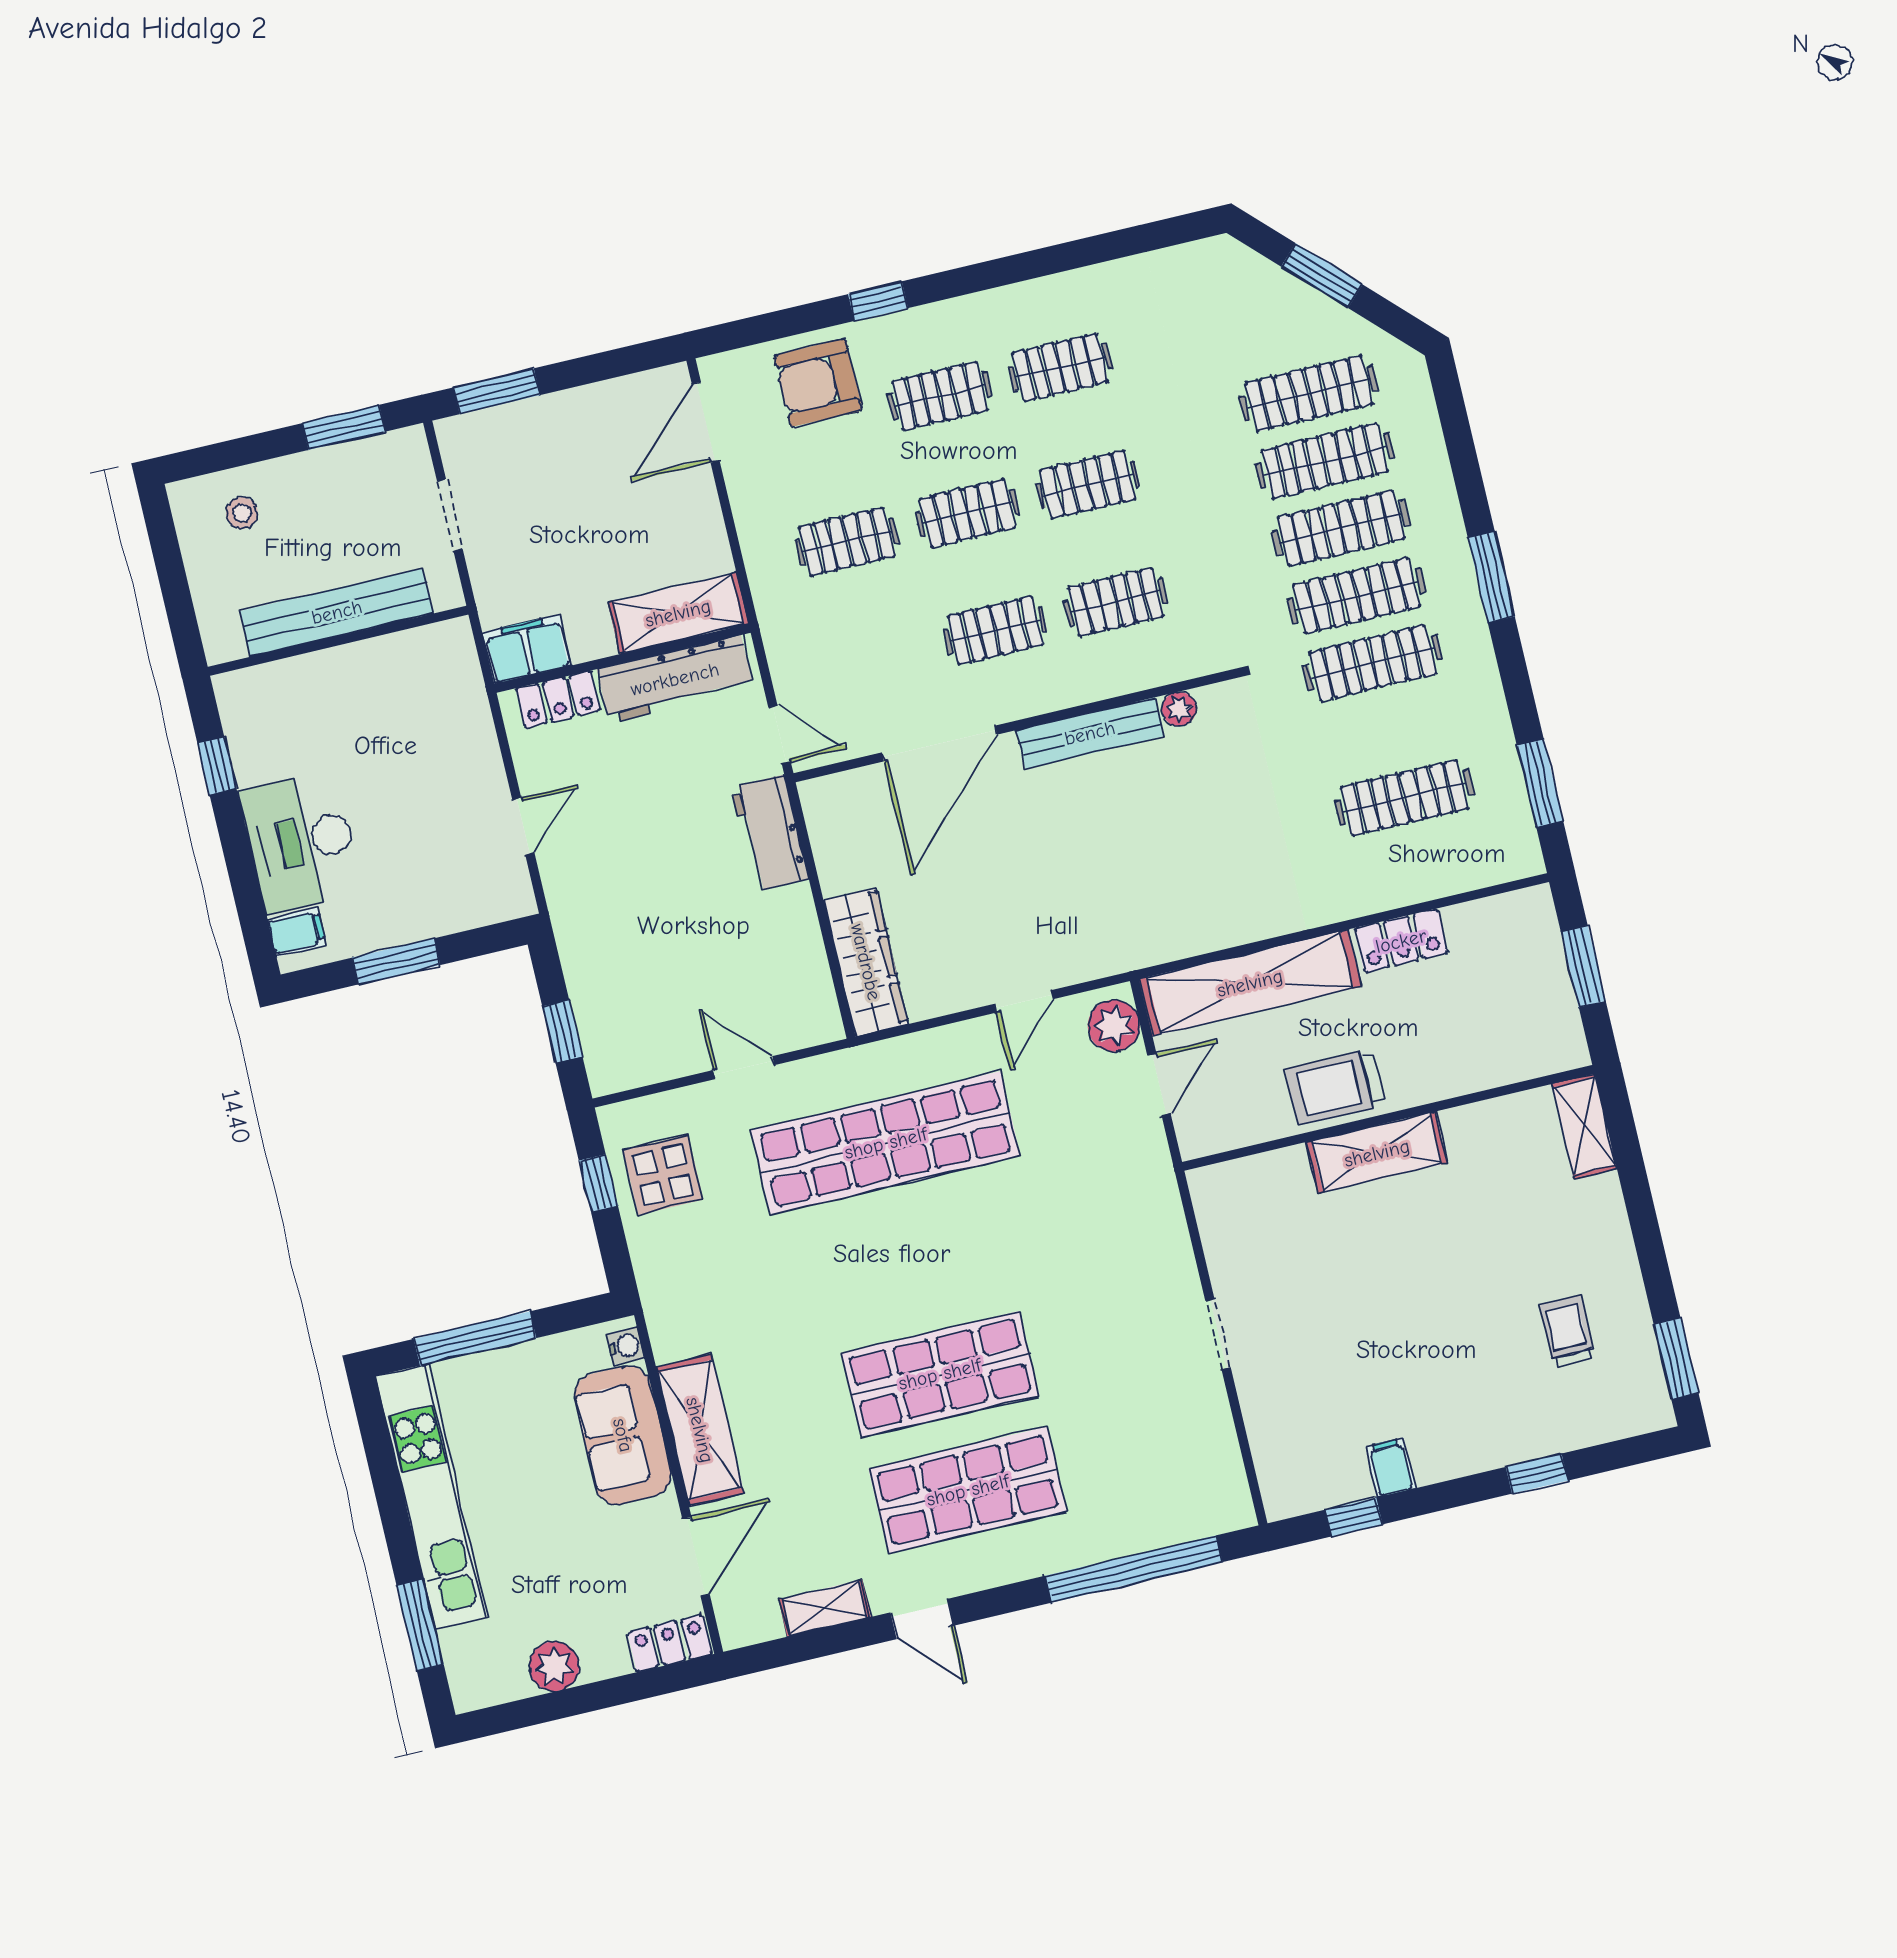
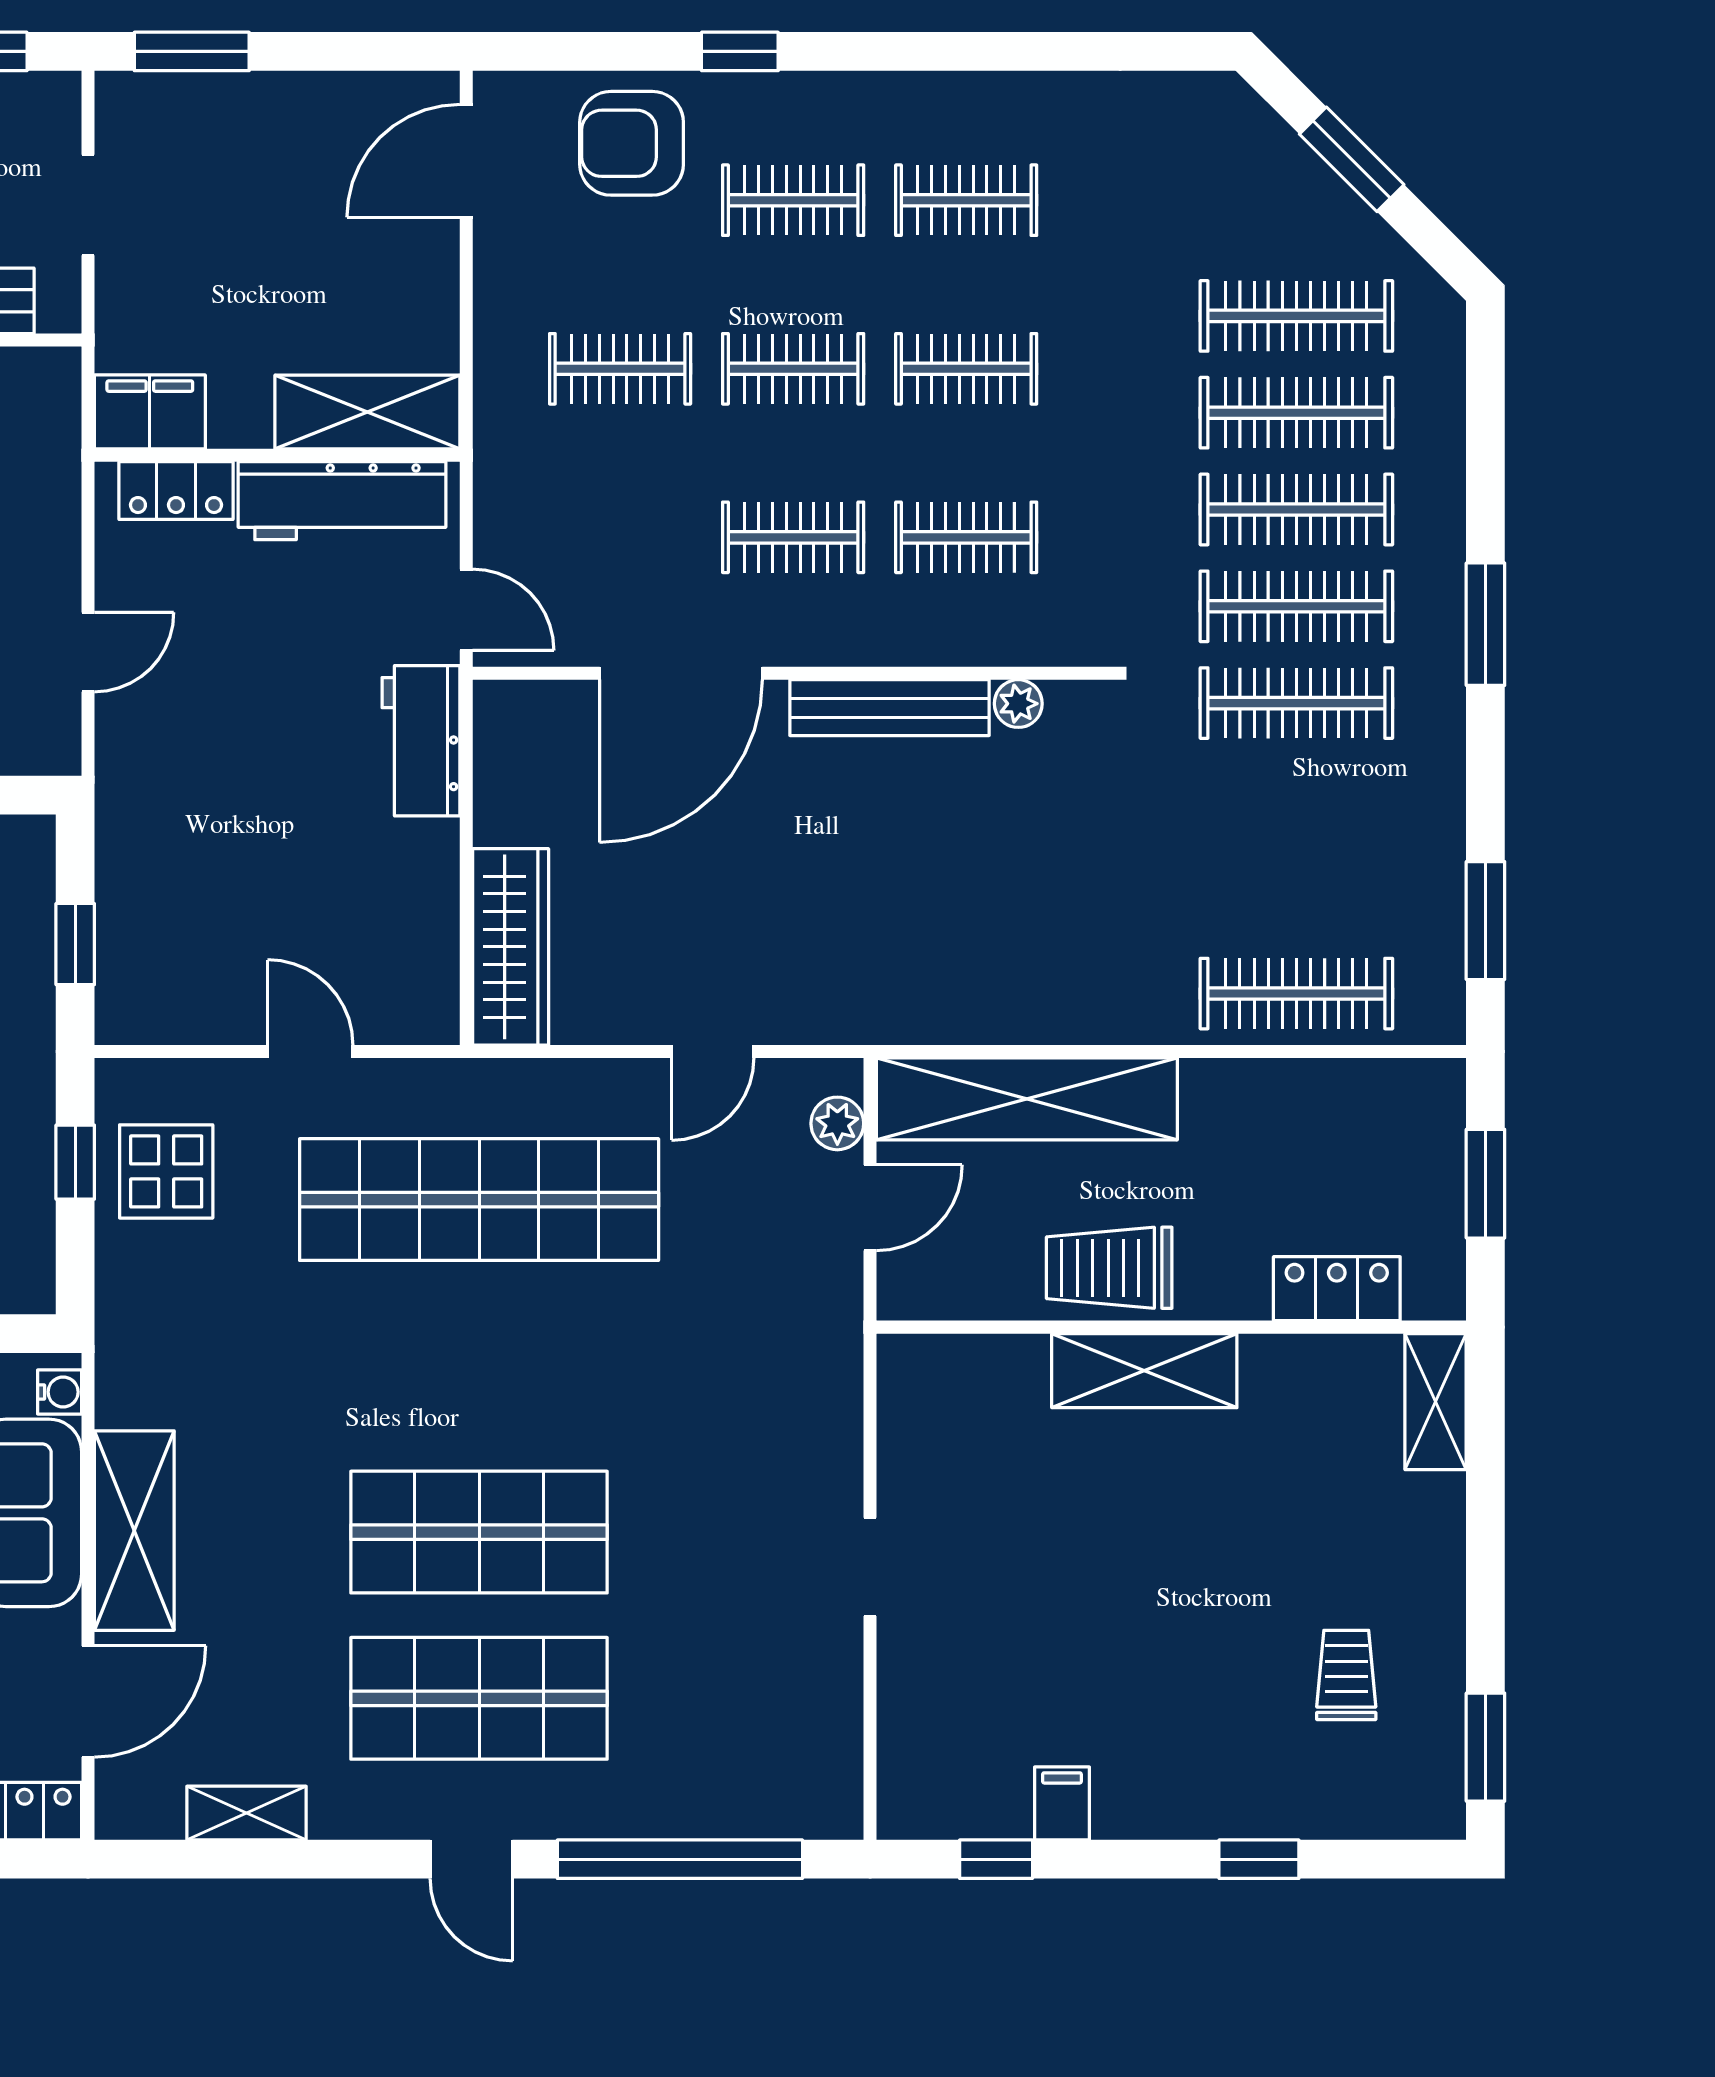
clothes rail: (1404, 798) -> (1296, 994), moved
locker: (1401, 941) -> (1337, 1289), moved, turned 180
plant: (1114, 1026) -> (837, 1123), width x0.73, depth x0.73
door: (922, 1619) -> (471, 1859), moved

